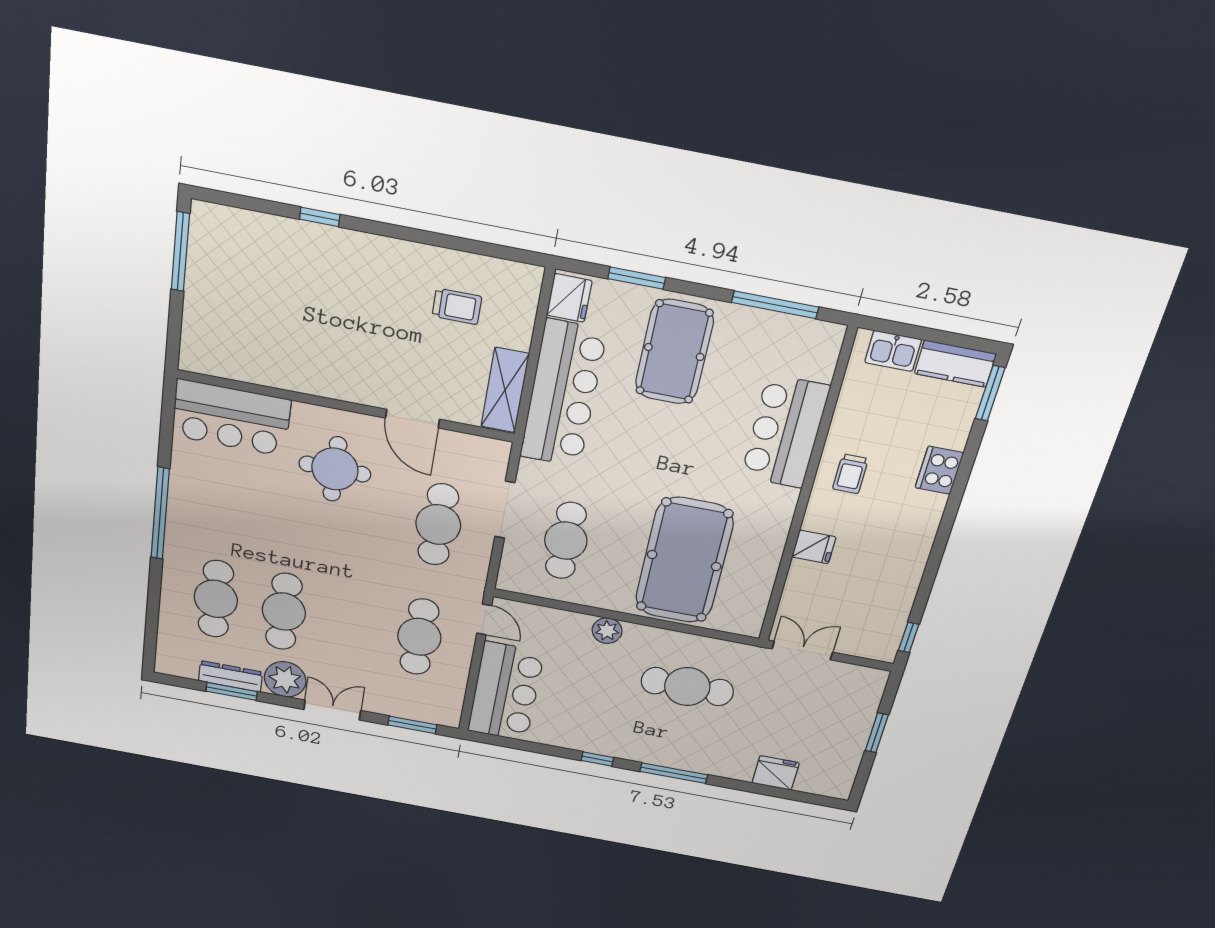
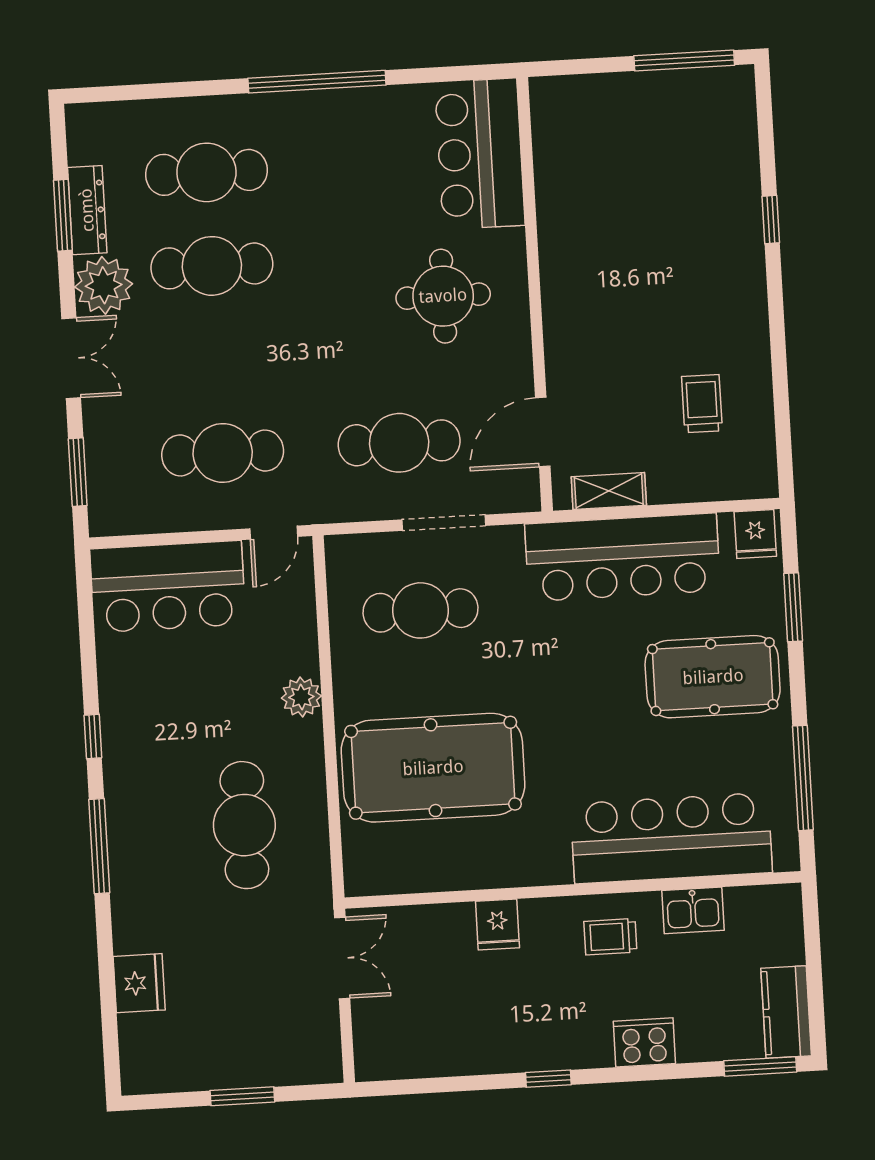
fridge: (569, 298) -> (755, 534), width x0.72
trolley: (457, 306) -> (702, 404), turned 180
kitchen sink: (893, 351) -> (693, 910), moved, turned -90
shelving: (505, 390) -> (609, 491), width x0.67, depth x0.75
door: (412, 419) -> (543, 432), moved
bar counter: (785, 432) -> (671, 838), width x1.36
window: (909, 637) -> (548, 1079), moved

